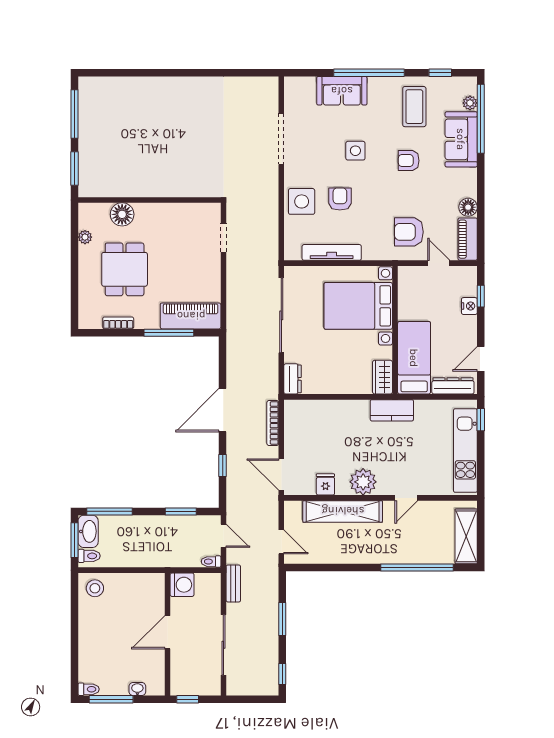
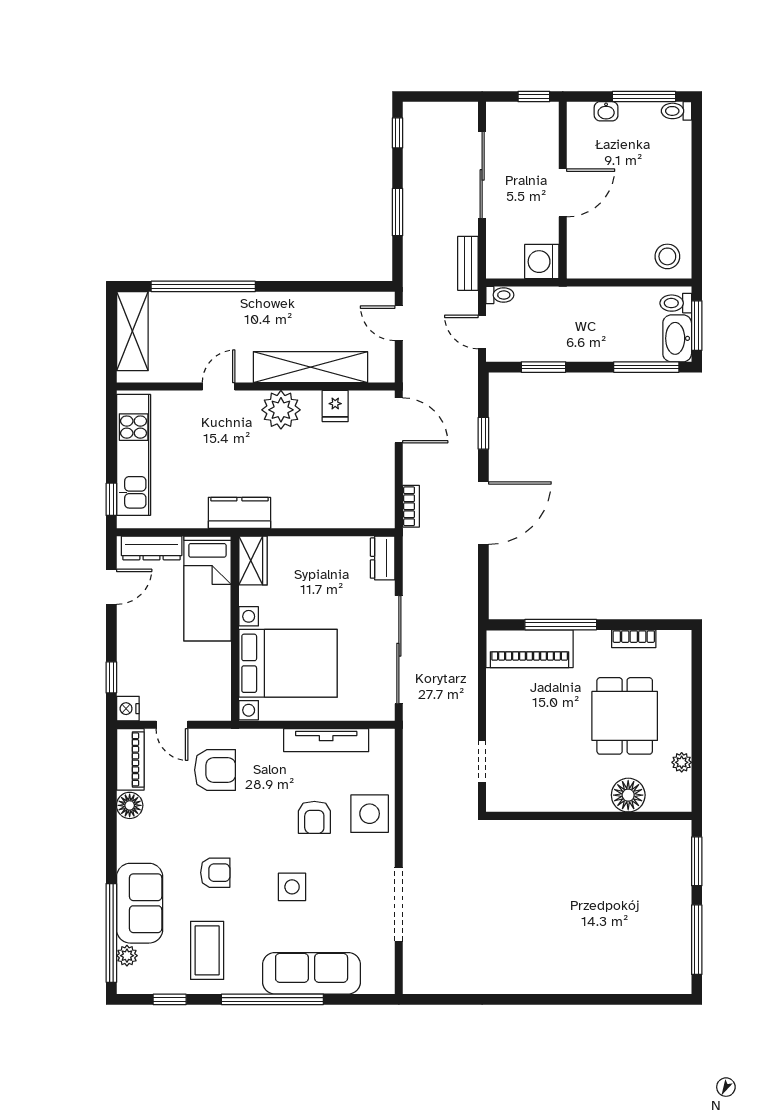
sofa: (342, 91) -> (312, 973), width x1.36
nightstand: (469, 306) -> (128, 709), moved
bookcase: (273, 423) -> (411, 506), width x0.64

